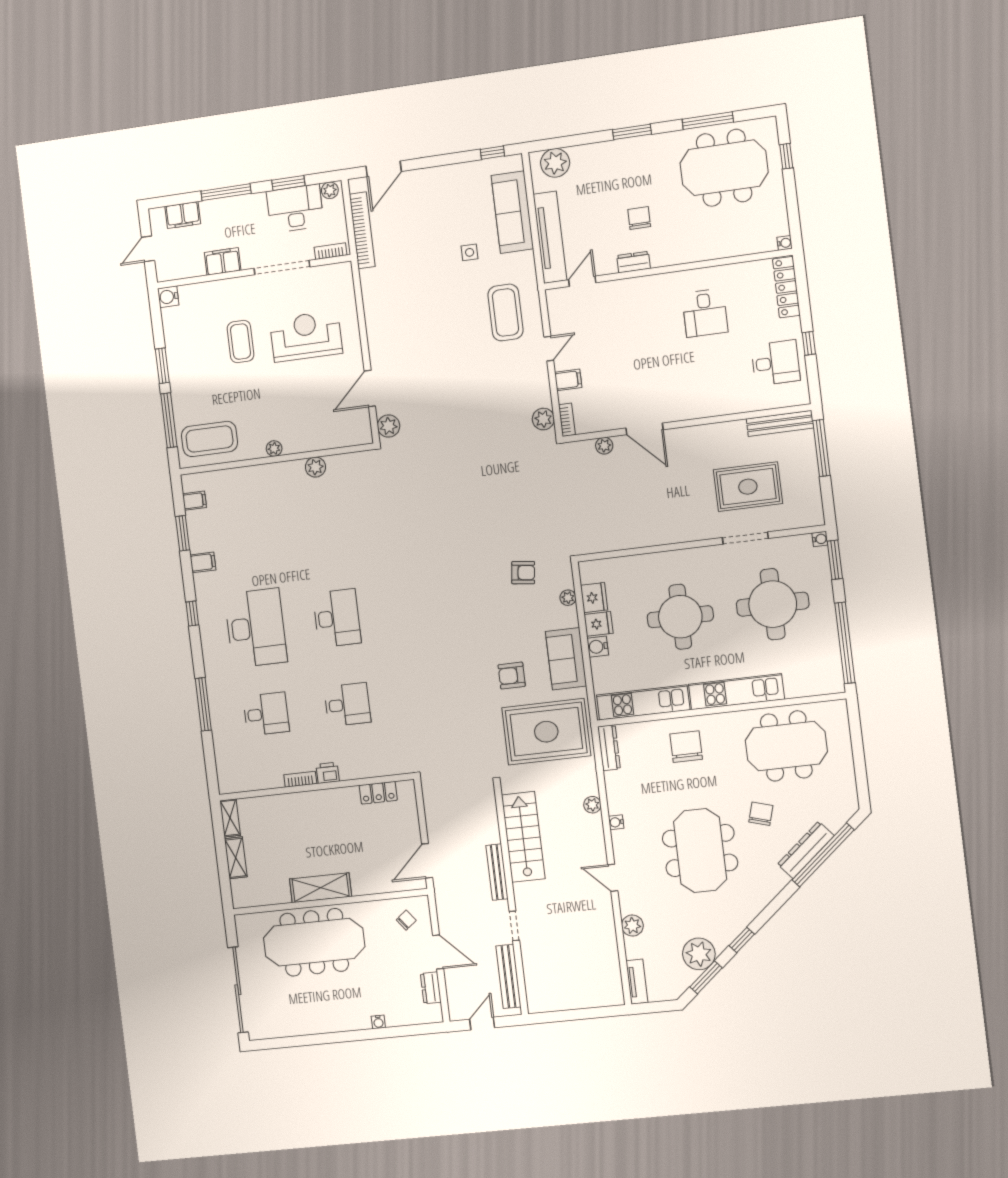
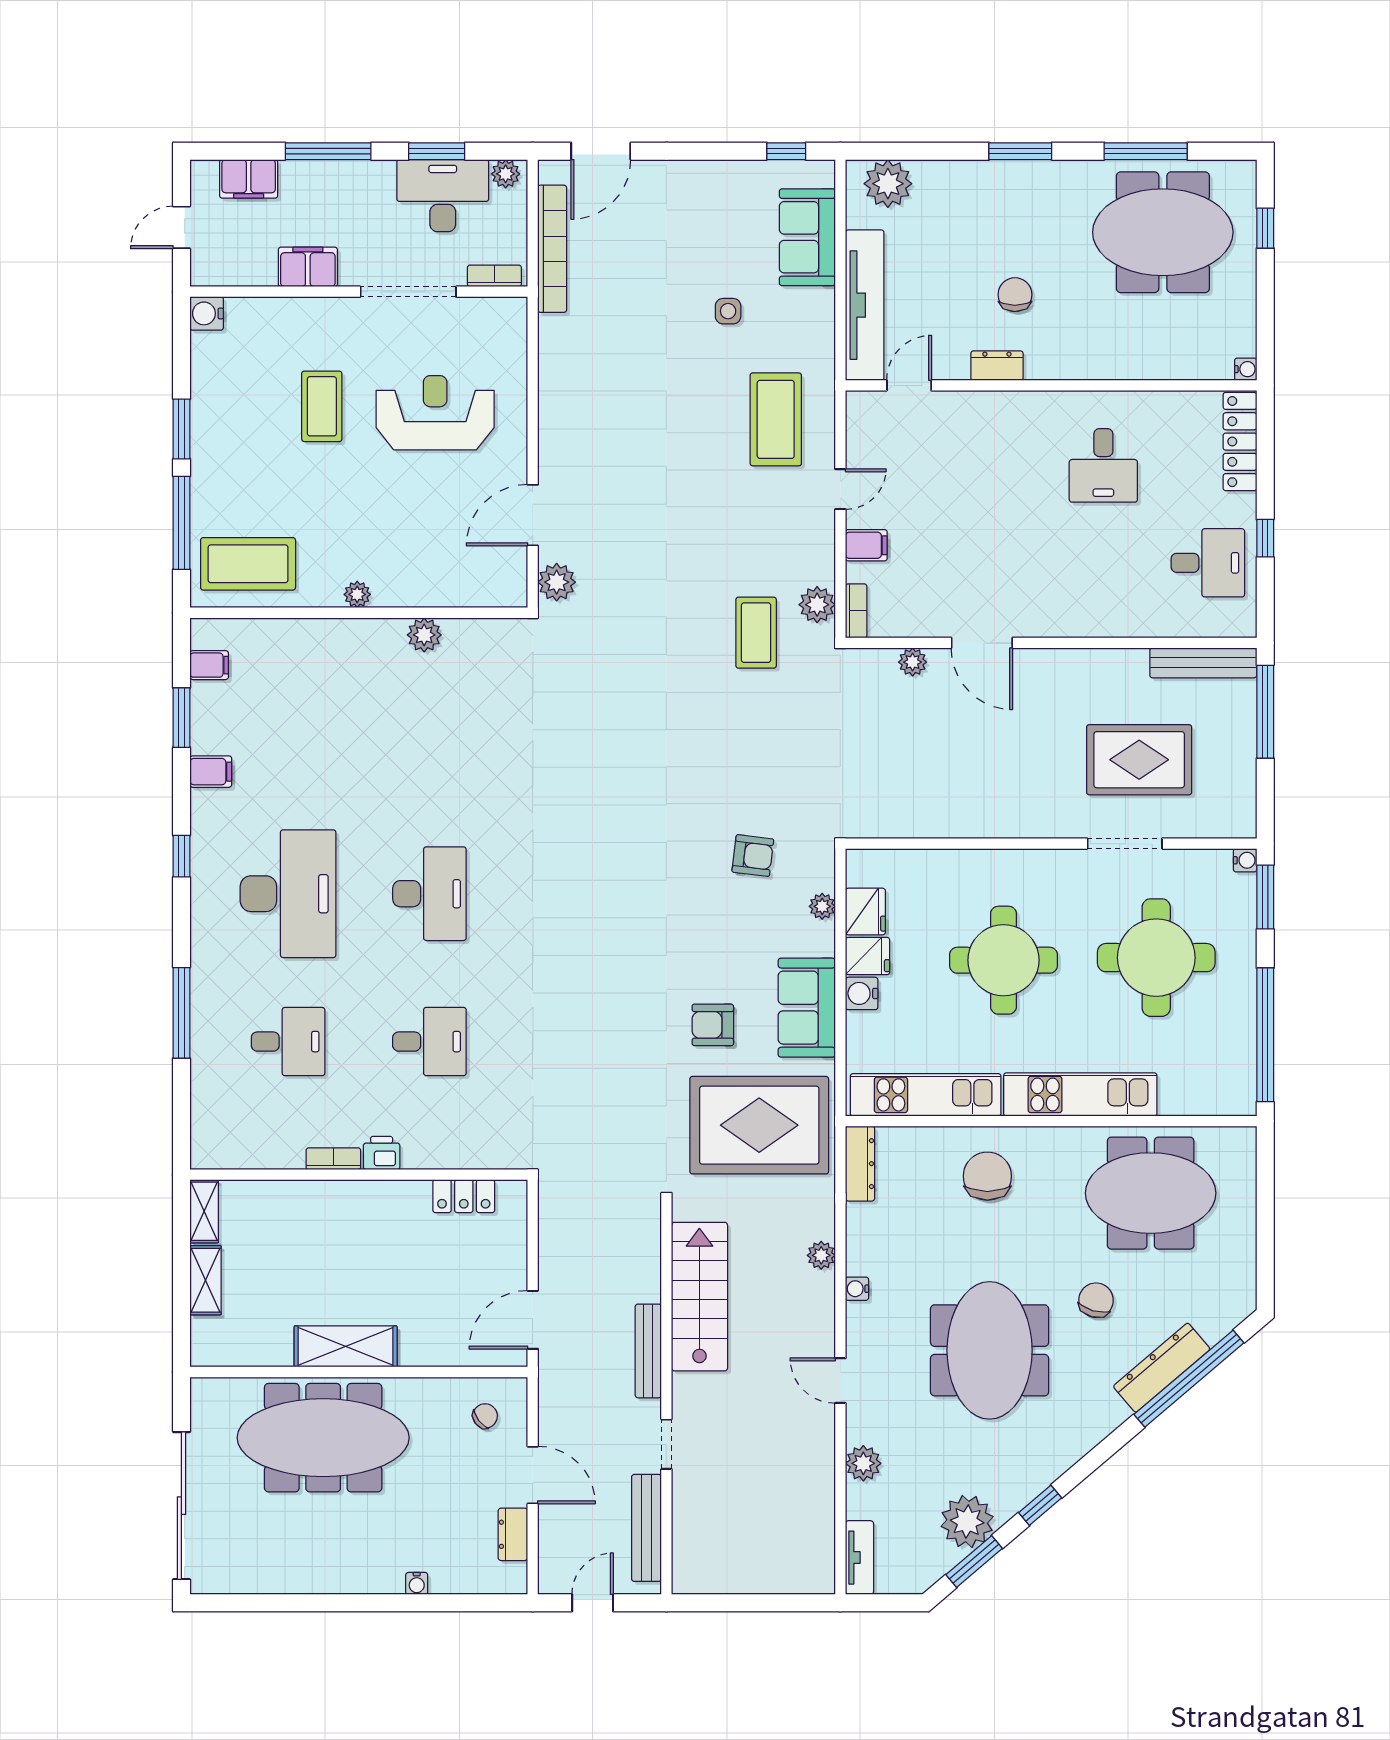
sofa: (512, 212) -> (807, 237), width x0.73
coffee table: (509, 440) -> (756, 633), added

